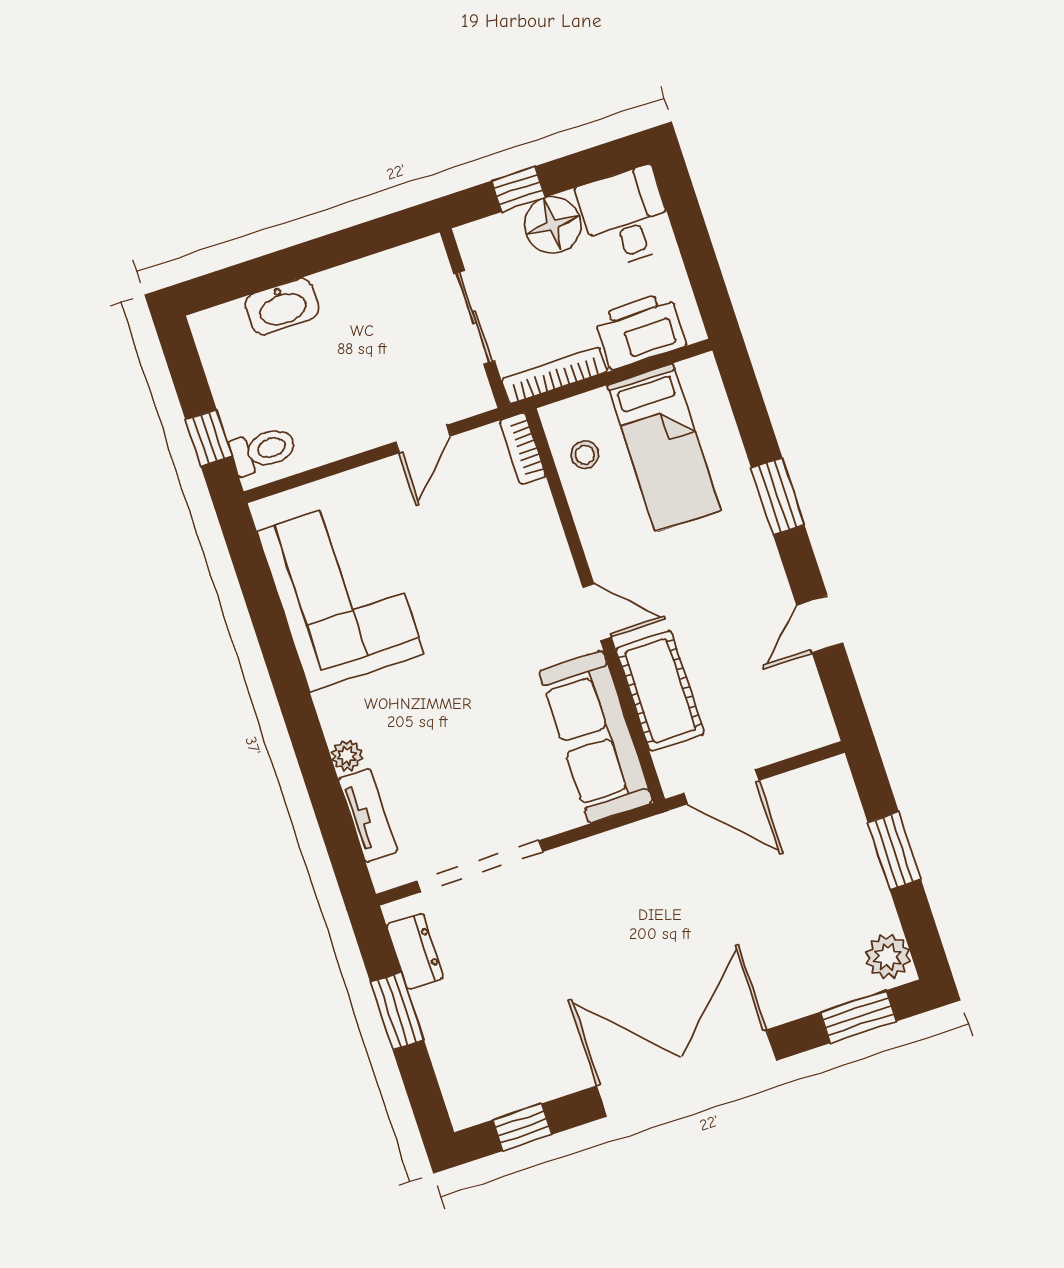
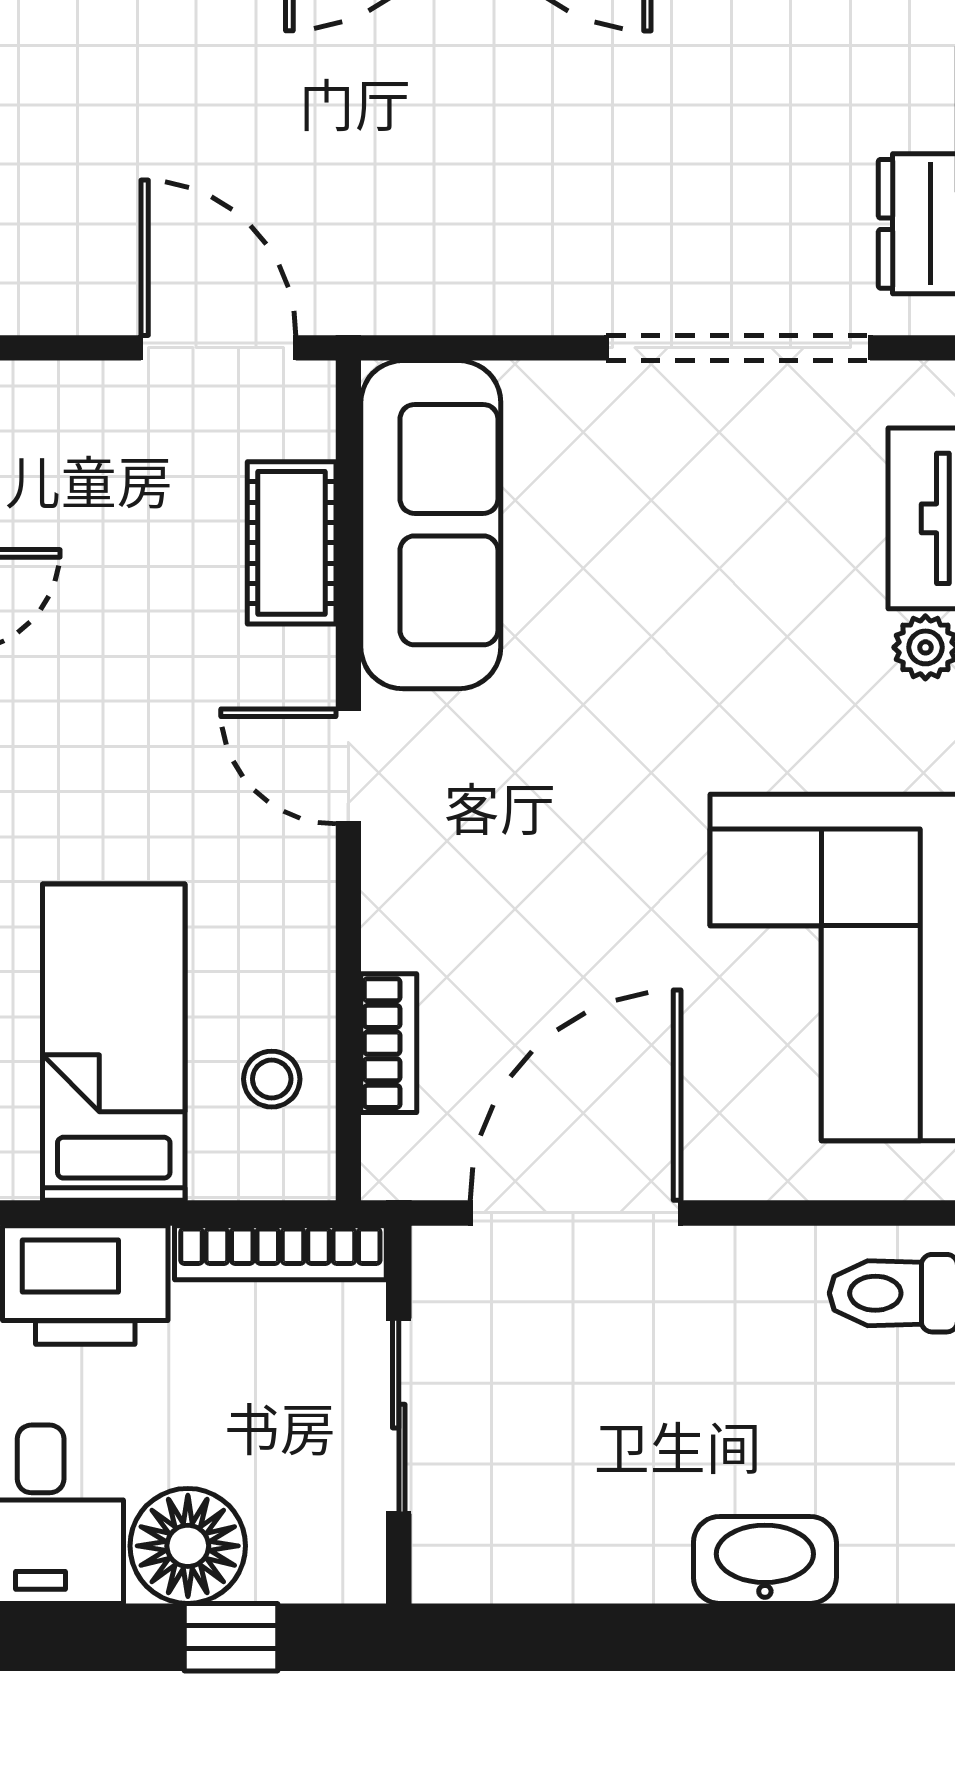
door: (423, 439) -> (576, 1213), width x1.88
bookcase: (523, 449) -> (389, 1043), moved
cot: (660, 691) -> (292, 543), width x0.73, depth x0.75

